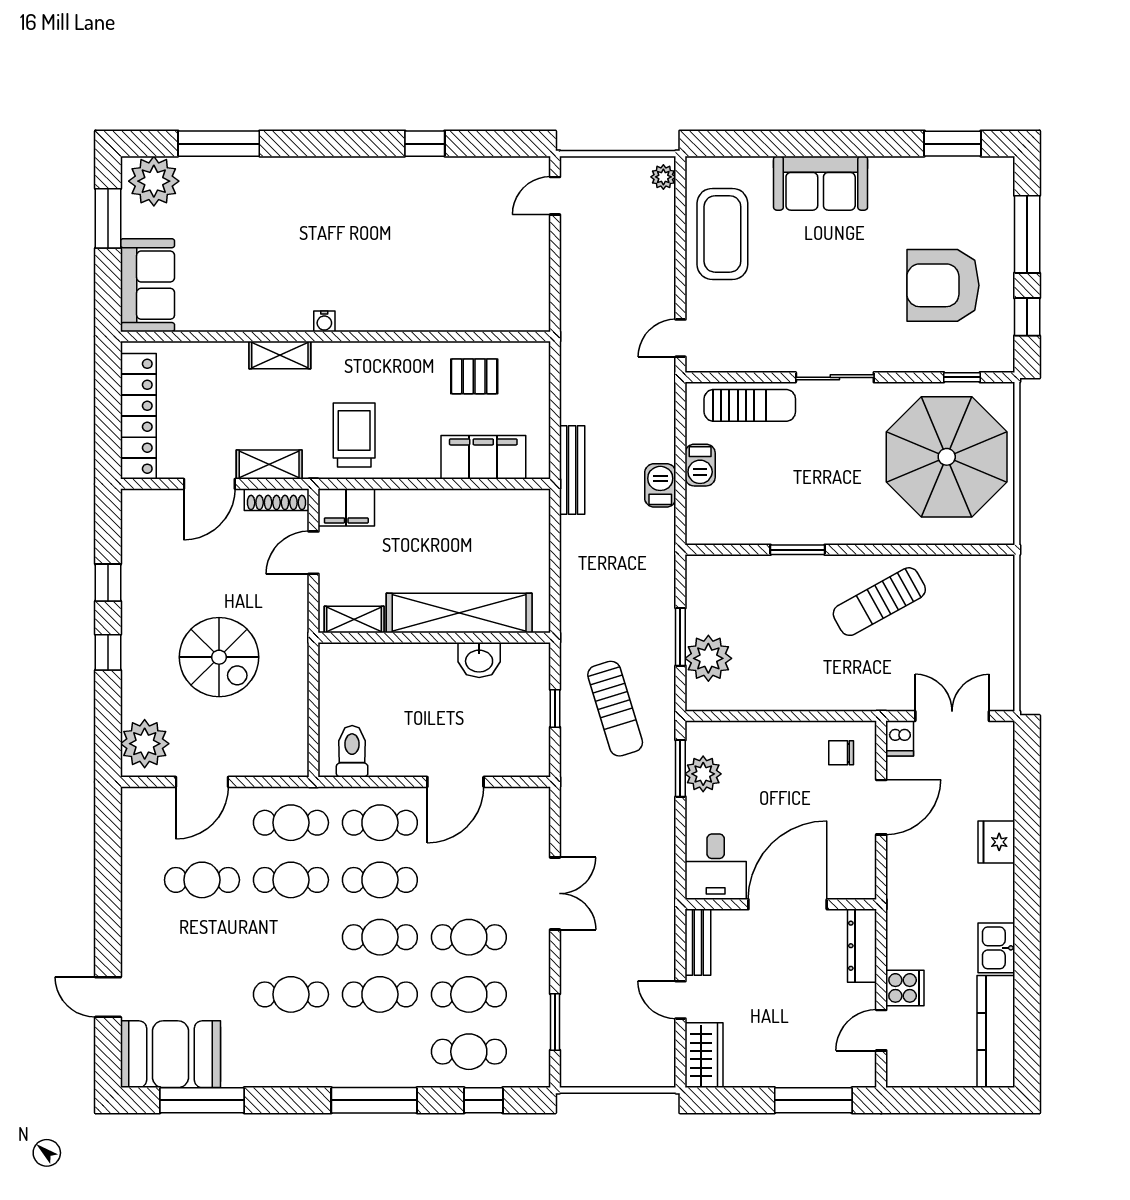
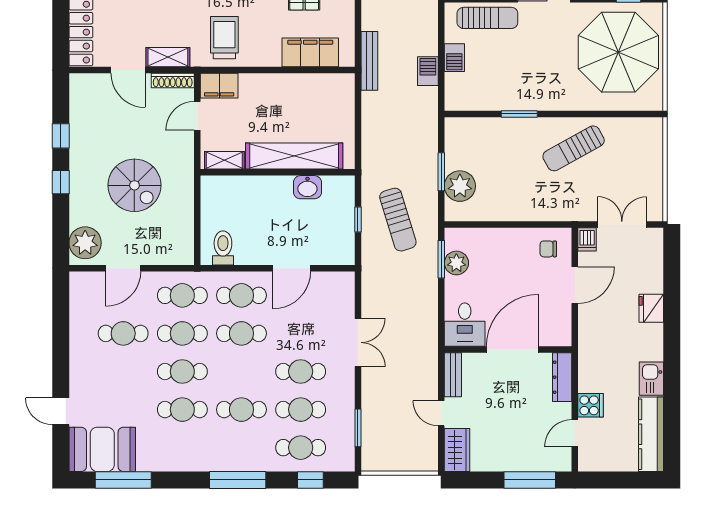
door: (209, 484) -> (128, 70), hinge flipped
cafe table: (380, 937) -> (182, 371), moved

